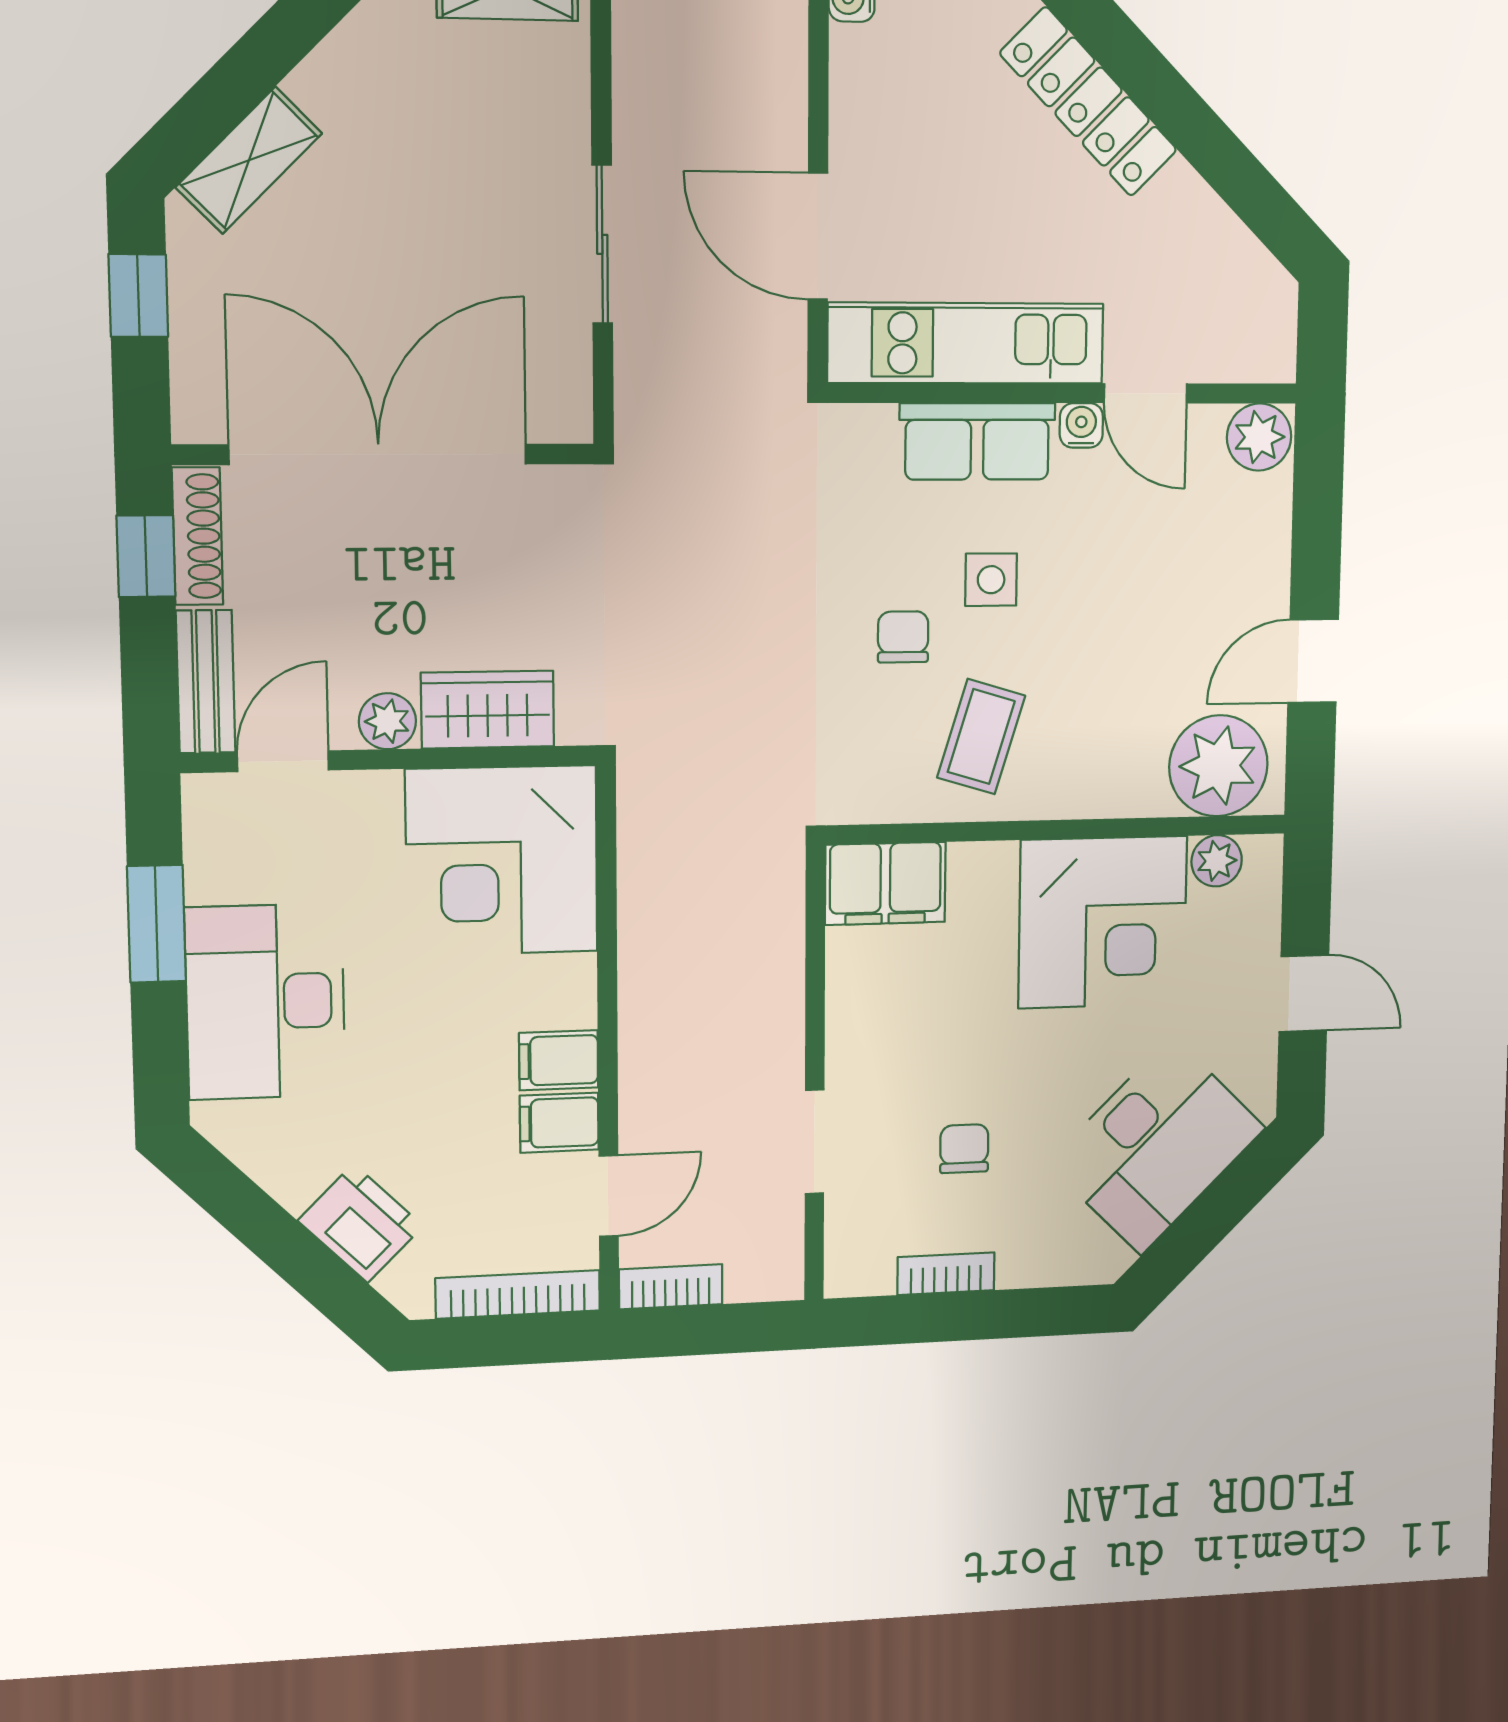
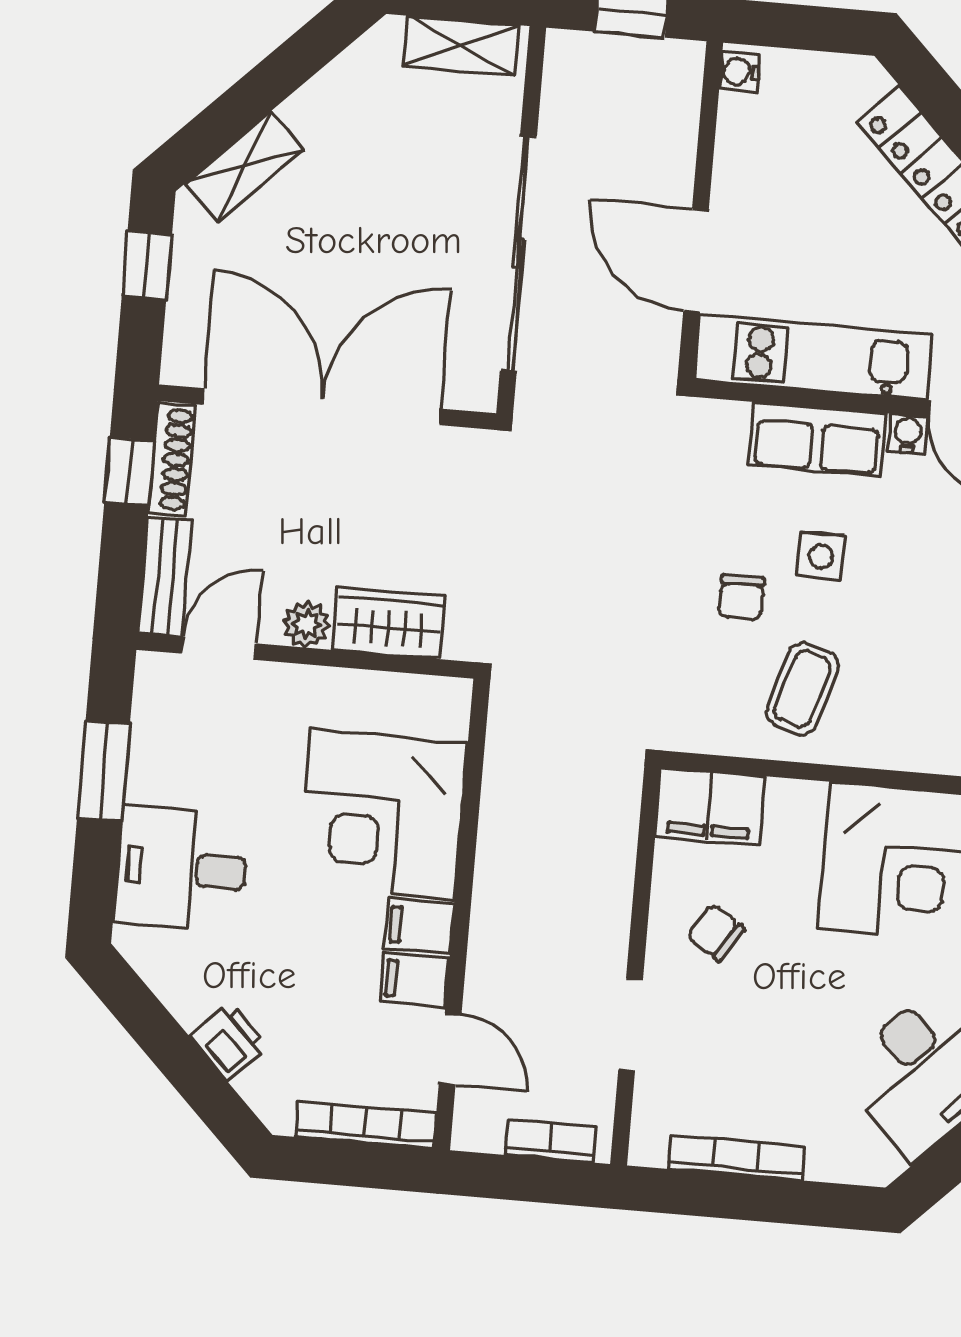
sliding door: (602, 244) -> (518, 253), width x1.86
chair: (903, 637) -> (742, 597), turned 180
corner desk: (502, 861) -> (383, 814), moved
desk: (265, 1002) -> (181, 869), width x0.73
chair: (964, 1149) -> (716, 933), moved, turned -57
door: (609, 1196) -> (450, 1049), hinge flipped
printer: (361, 1223) -> (229, 1041), width x0.73, depth x0.81
bookcase: (946, 1274) -> (736, 1158), width x1.56
bookcase: (671, 1287) -> (550, 1141), moved

